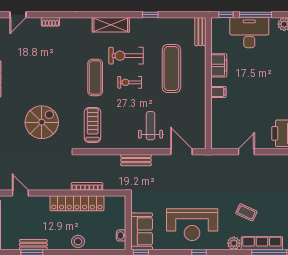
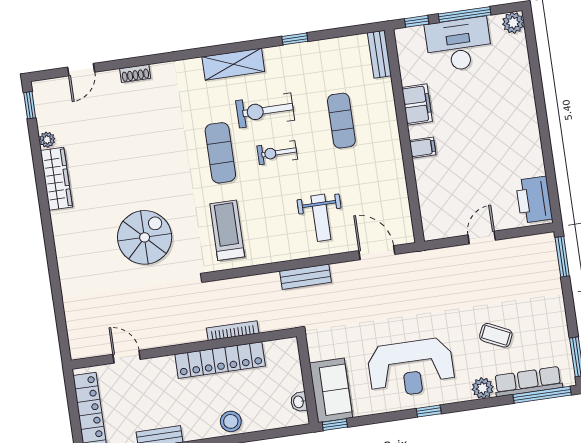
exercise mat: (171, 68) -> (341, 121), width x0.73, depth x0.69
weight bench: (151, 126) -> (321, 218), turned 180

